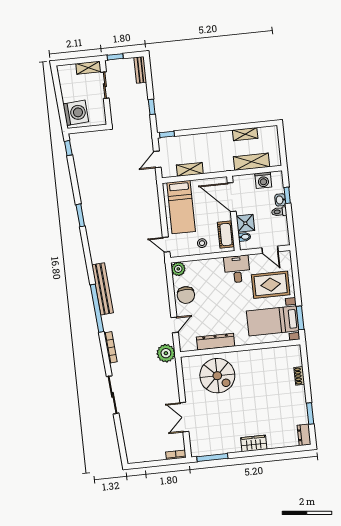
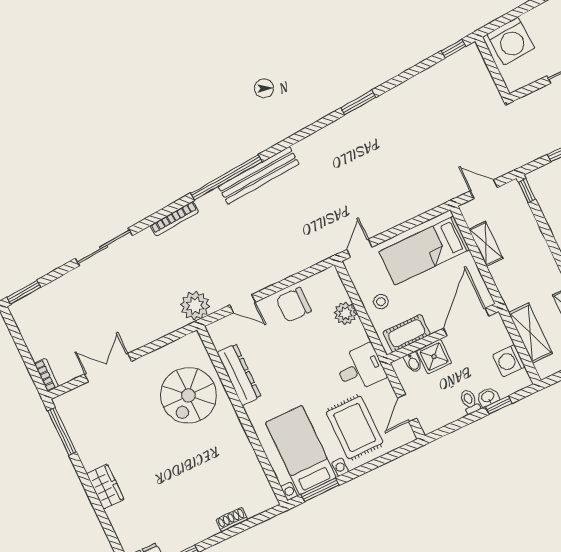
plant: (178, 269) -> (345, 313), moved
window: (123, 451) -> (24, 292), added

